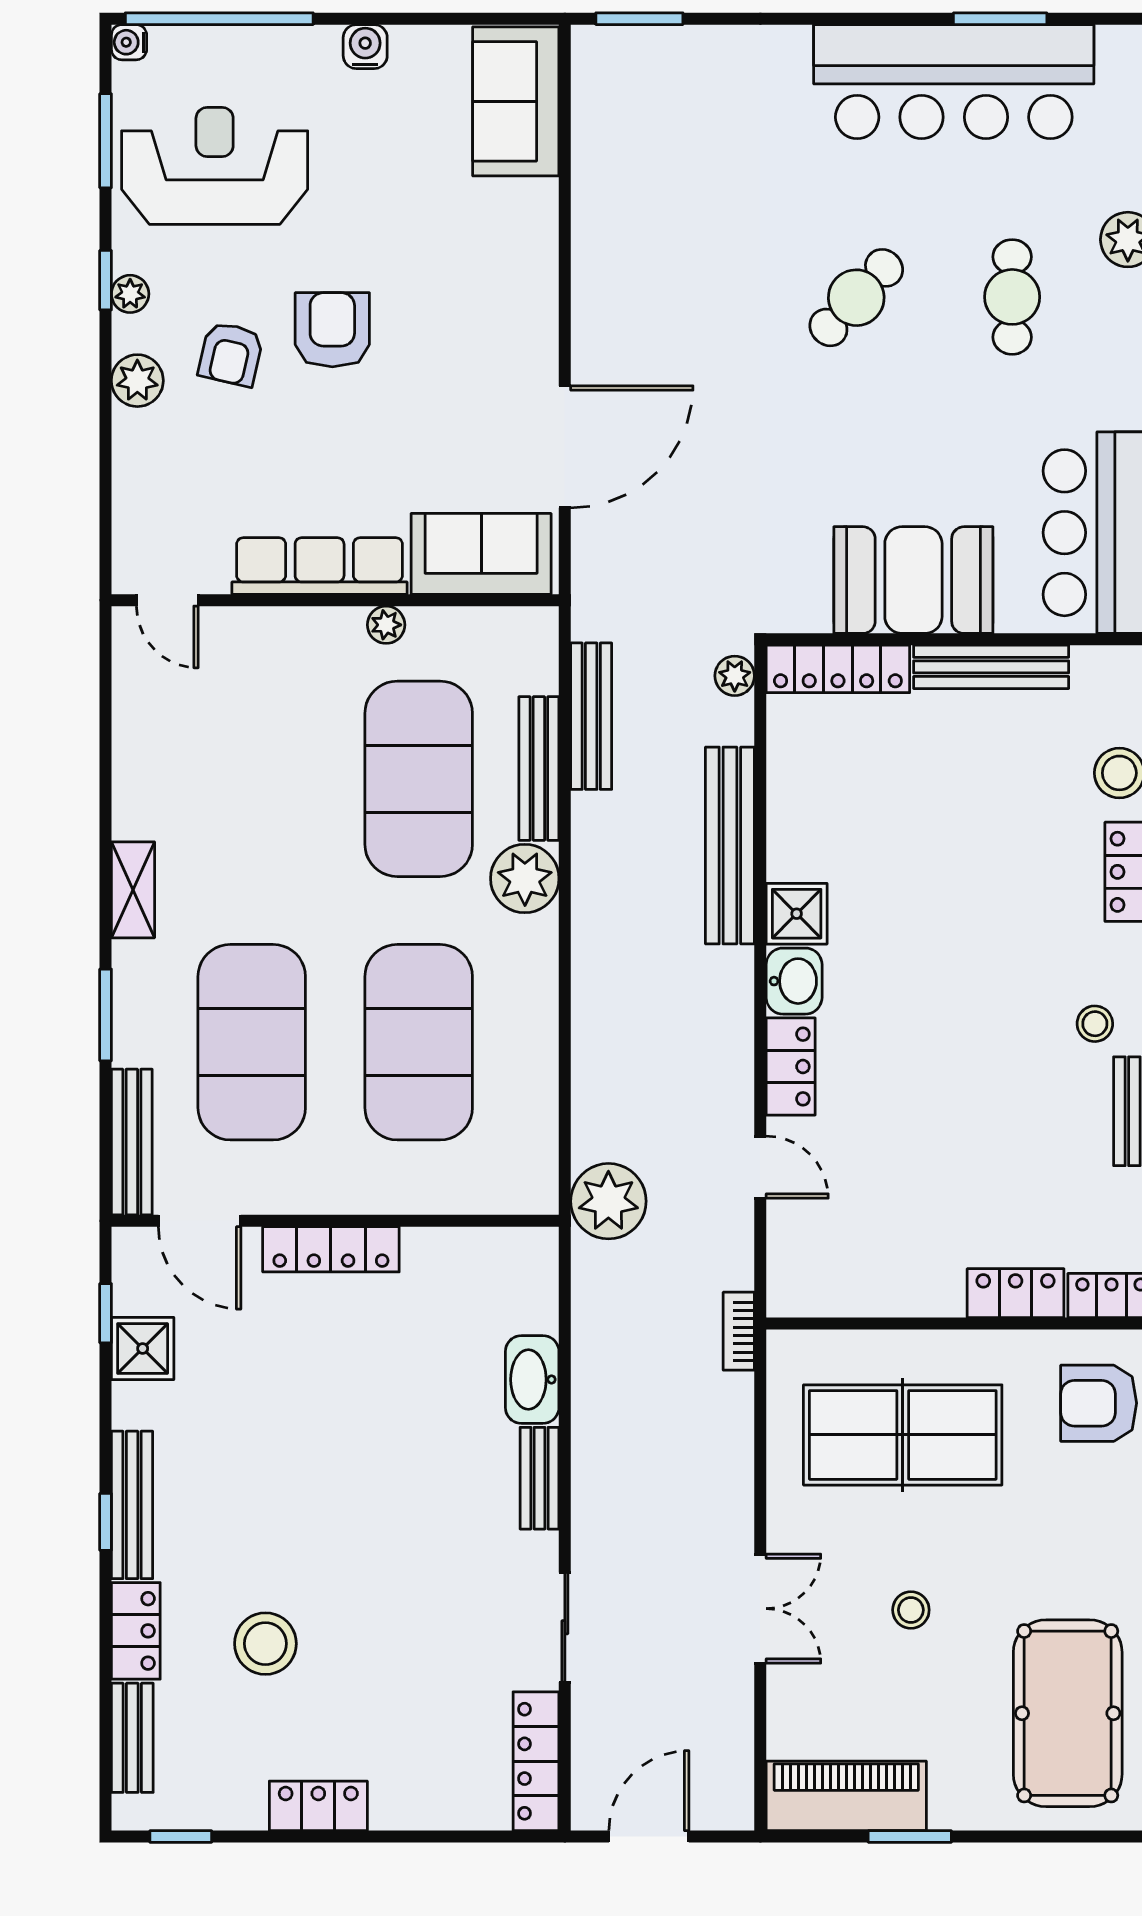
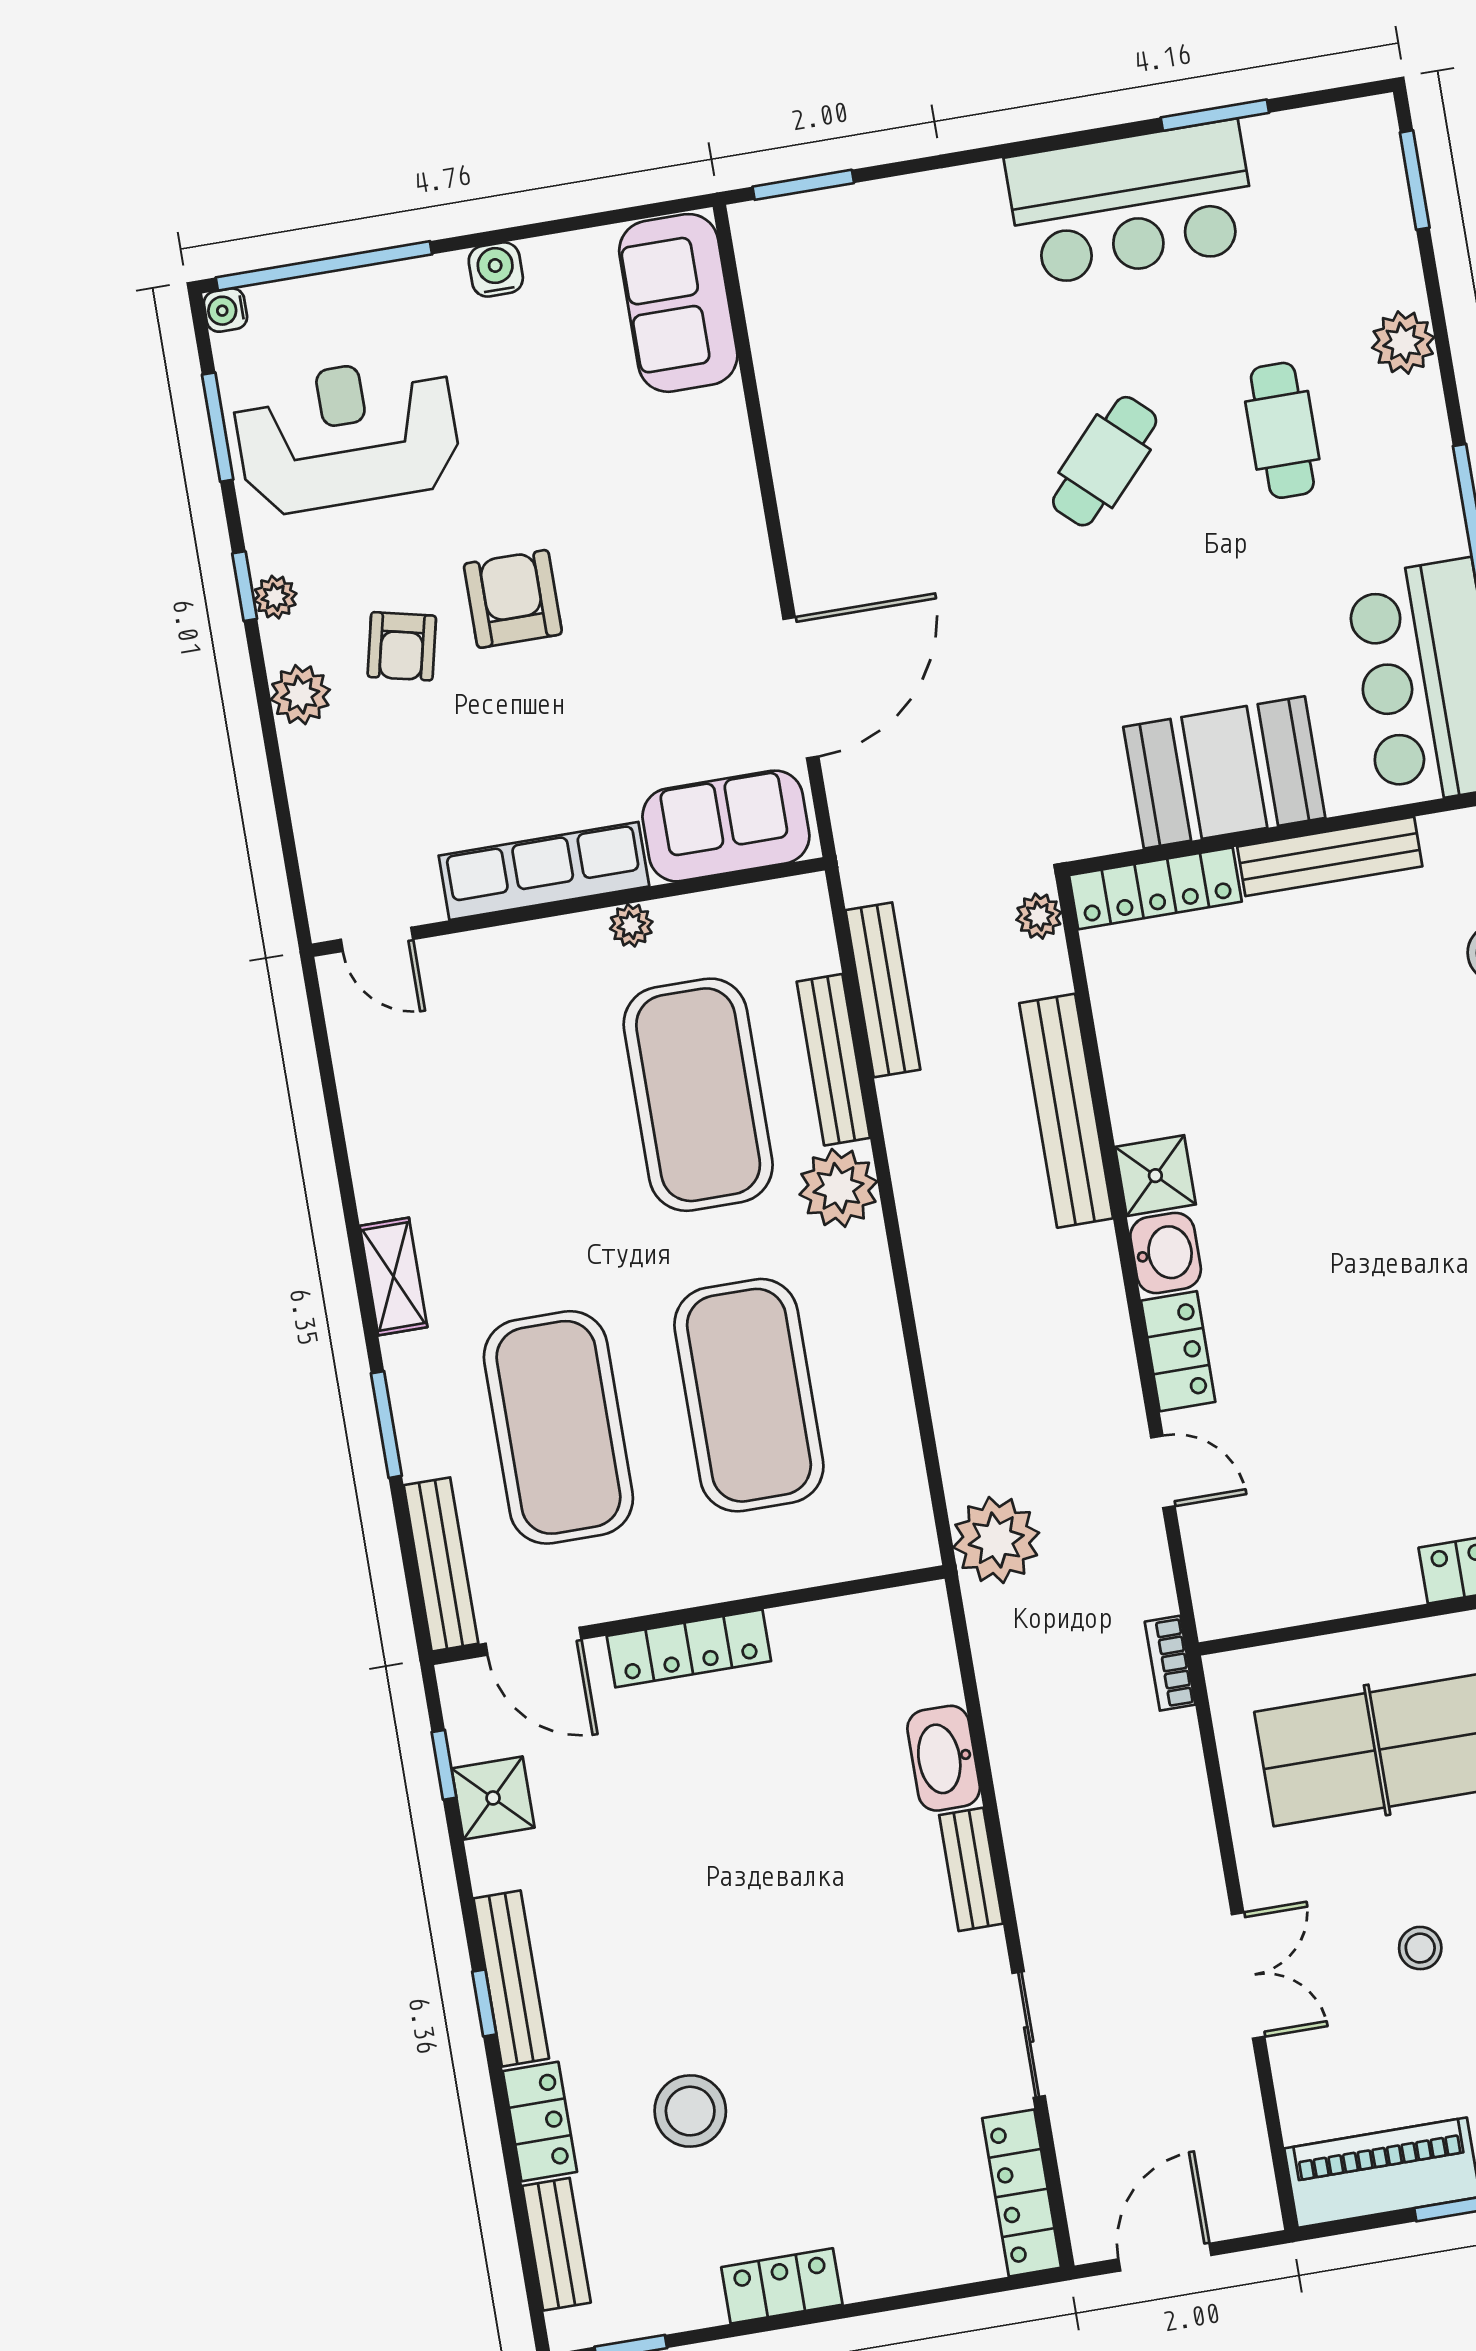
bar counter: (954, 82) -> (1132, 203), width x0.73

